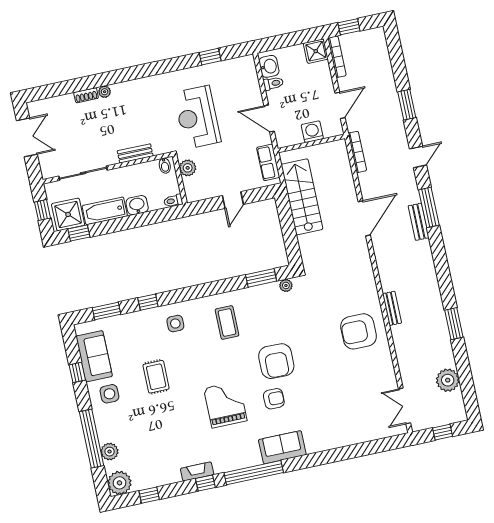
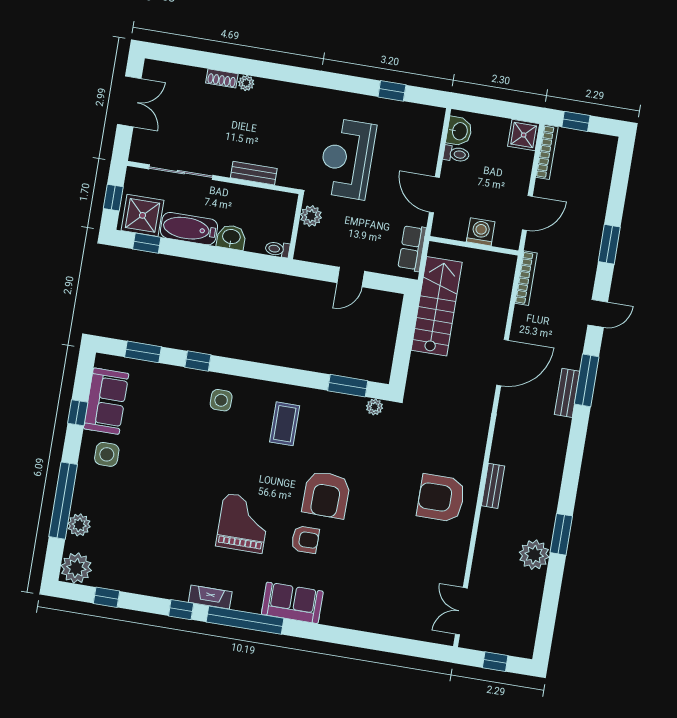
bidet: (165, 166) -> (284, 202), removed
rug: (156, 377) -> (172, 456), removed
plant: (448, 380) -> (534, 555), moved
fireplace: (197, 472) -> (210, 597), moved

